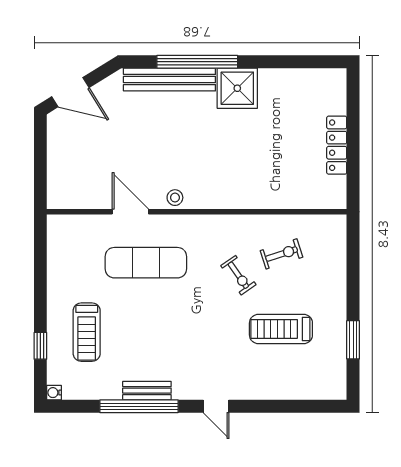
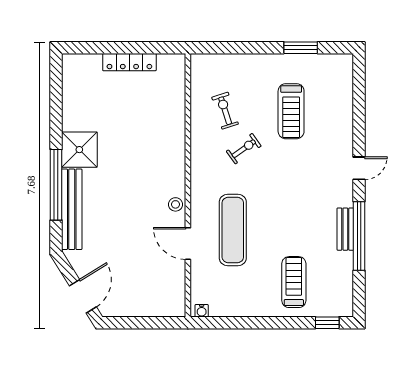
door: (130, 212) -> (188, 244), hinge flipped
treadmill: (87, 332) -> (294, 282), turned -90
window: (40, 346) -> (327, 323), moved
water cooler: (54, 393) -> (202, 311), moved

